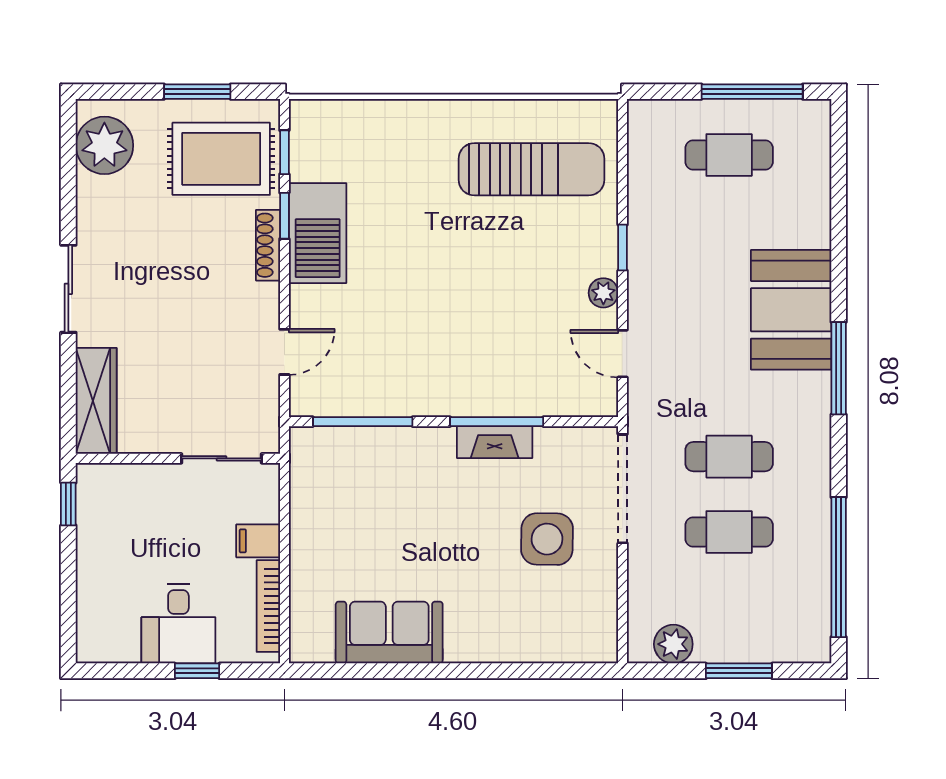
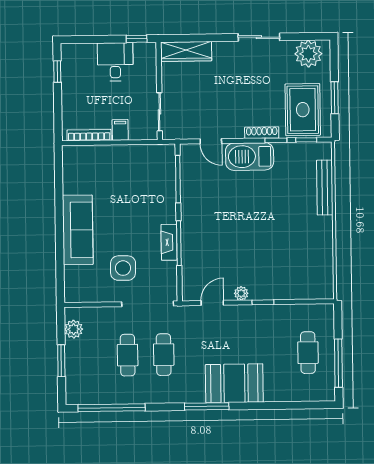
bench: (385, 115) -> (325, 187), added
sun lounger: (532, 169) -> (300, 258), removed
barbecue: (318, 233) -> (250, 157), moved
sliding door: (68, 289) -> (259, 37), moved
desk: (178, 624) -> (115, 62), moved, turned 90
sofa: (389, 633) -> (78, 230), moved, width x1.36
window: (197, 671) -> (57, 72), moved

